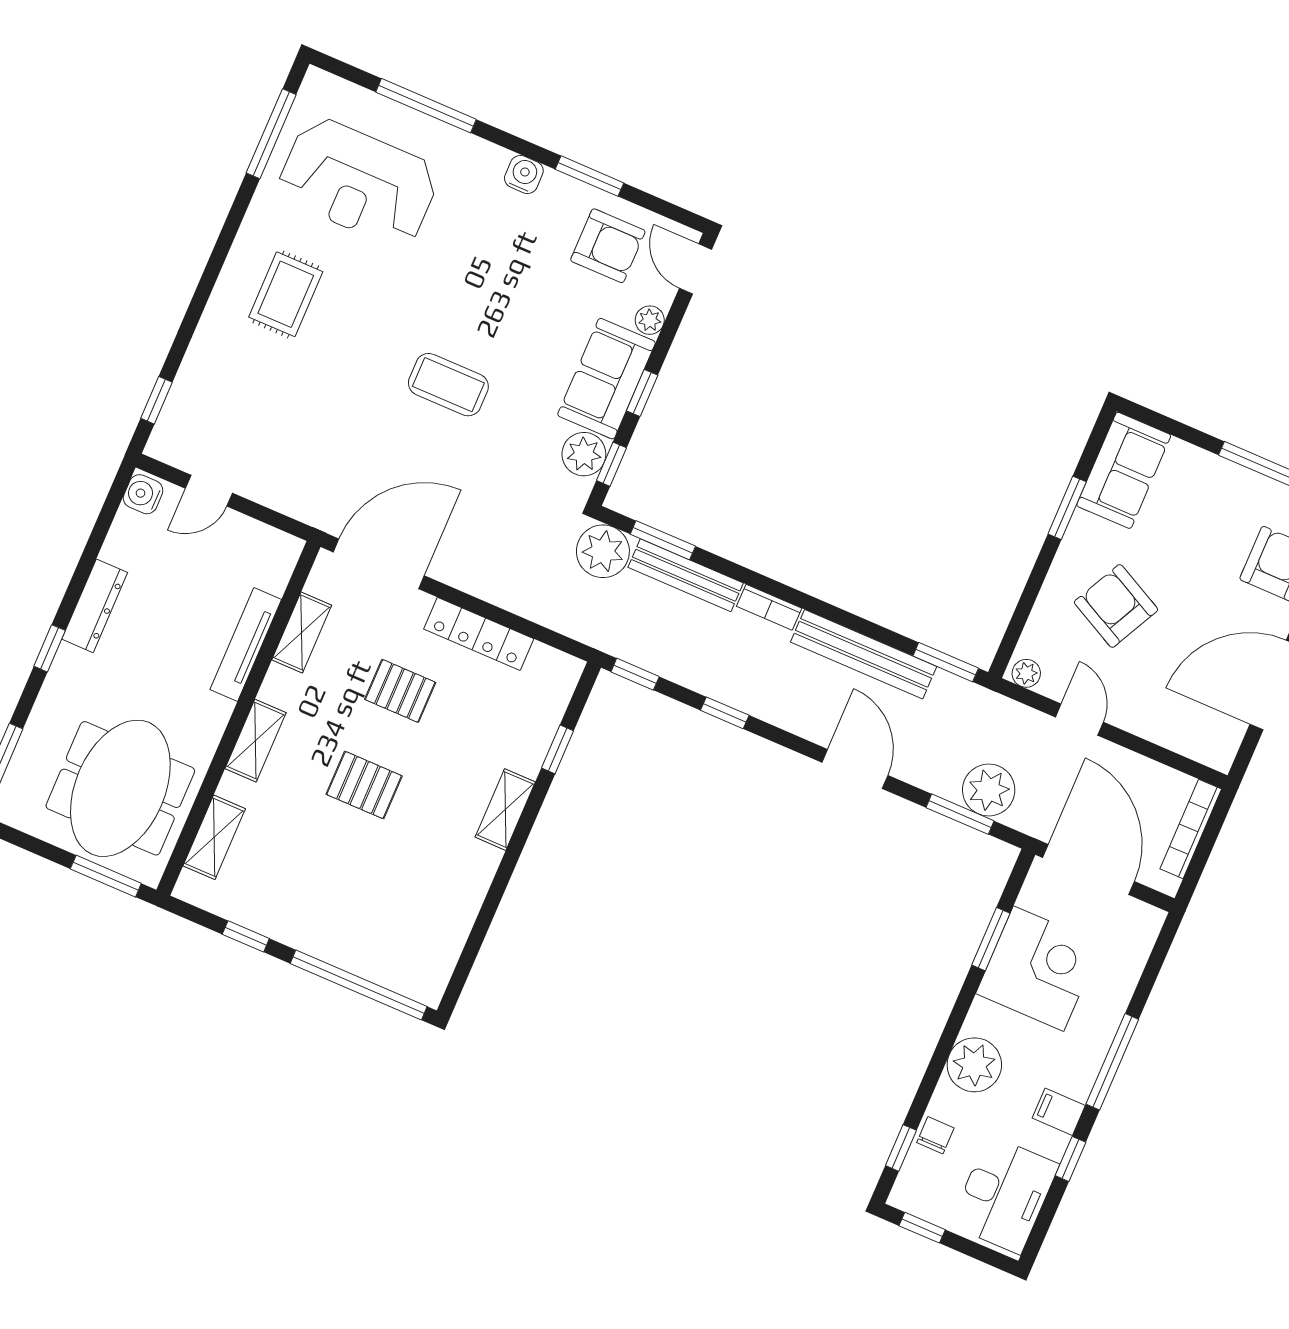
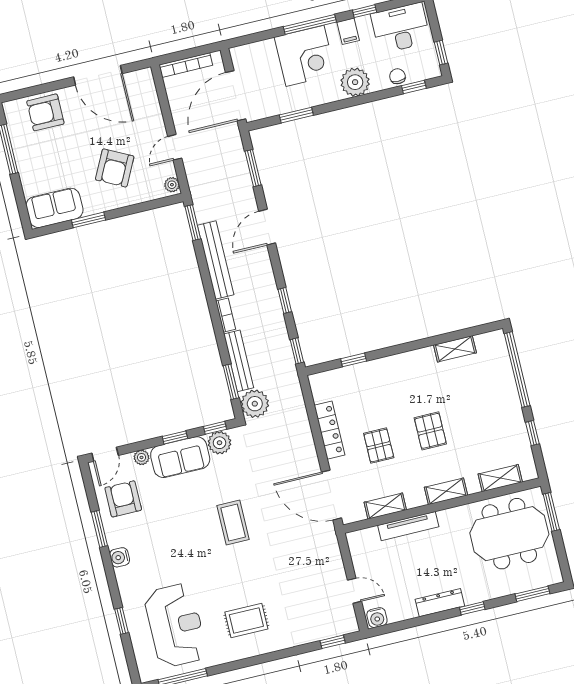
window: (426, 106) -> (121, 621), width x0.46
plant: (989, 790) -> (234, 164), removed
shelving: (505, 810) -> (455, 349), moved
corner desk: (1039, 969) -> (305, 56), moved, turned 180
chair: (935, 1135) -> (397, 76), turned 90

